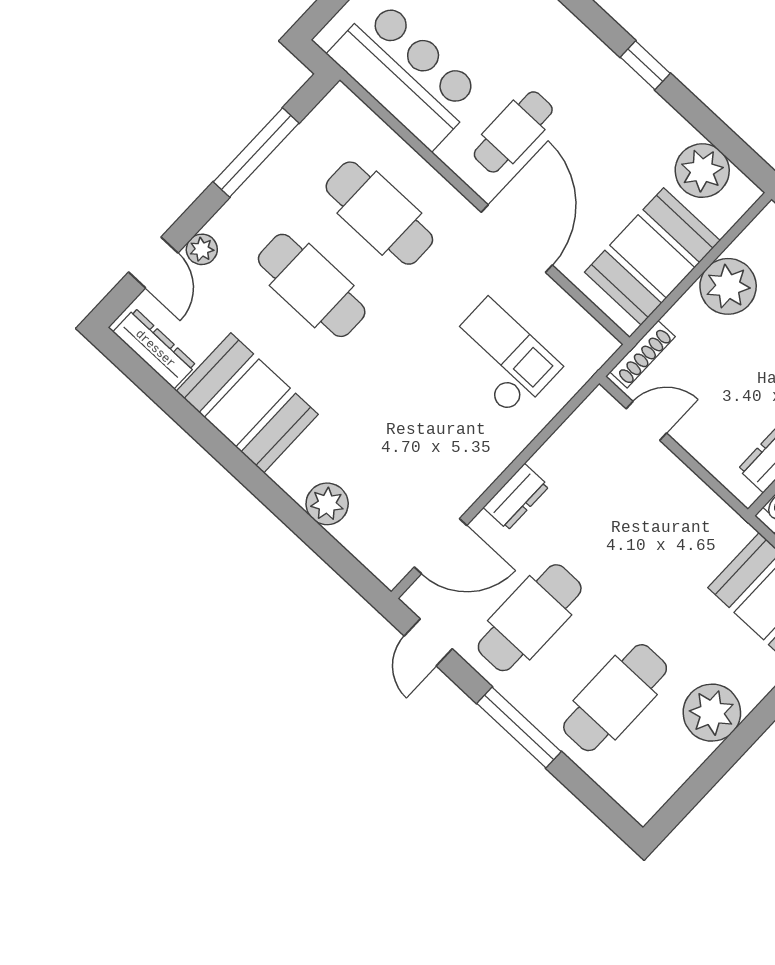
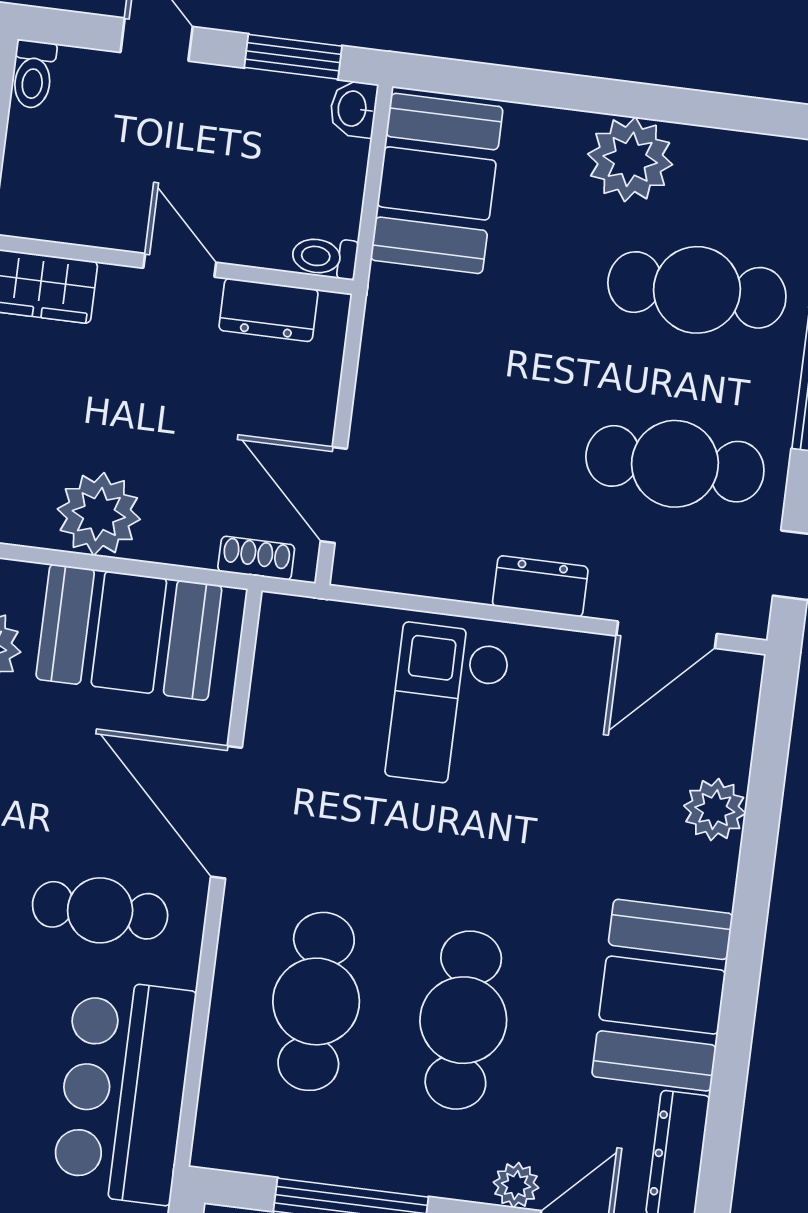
door: (517, 239) -> (226, 812), hinge flipped
shoe rack: (643, 354) -> (256, 558), width x0.70
checkout: (501, 357) -> (448, 705), moved
door: (646, 421) -> (334, 495), width x1.38
door: (440, 546) -> (667, 635), swing flipped

